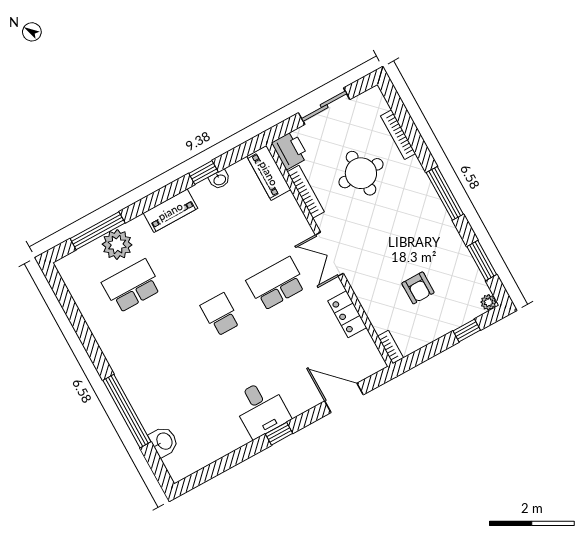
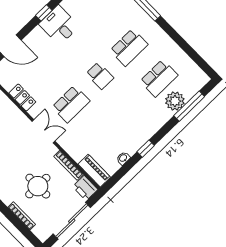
sliding door: (324, 106) -> (72, 221), width x1.37
window: (203, 173) -> (146, 149), moved
piano: (170, 211) -> (148, 131), removed
school desk: (164, 345) -> (129, 47), added

